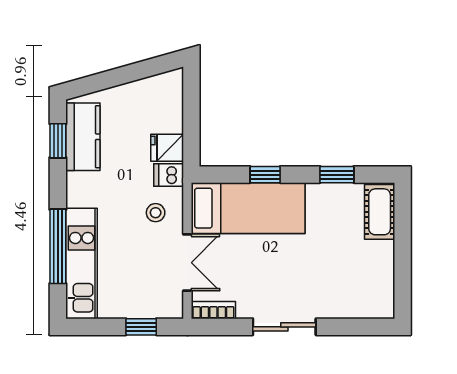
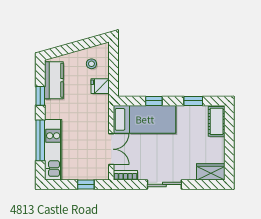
window: (58, 141) -> (40, 96), moved
dishwasher: (169, 175) -> (101, 101), removed
stool: (156, 213) -> (91, 64), moved
wardrobe: (369, 304) -> (211, 172), added

